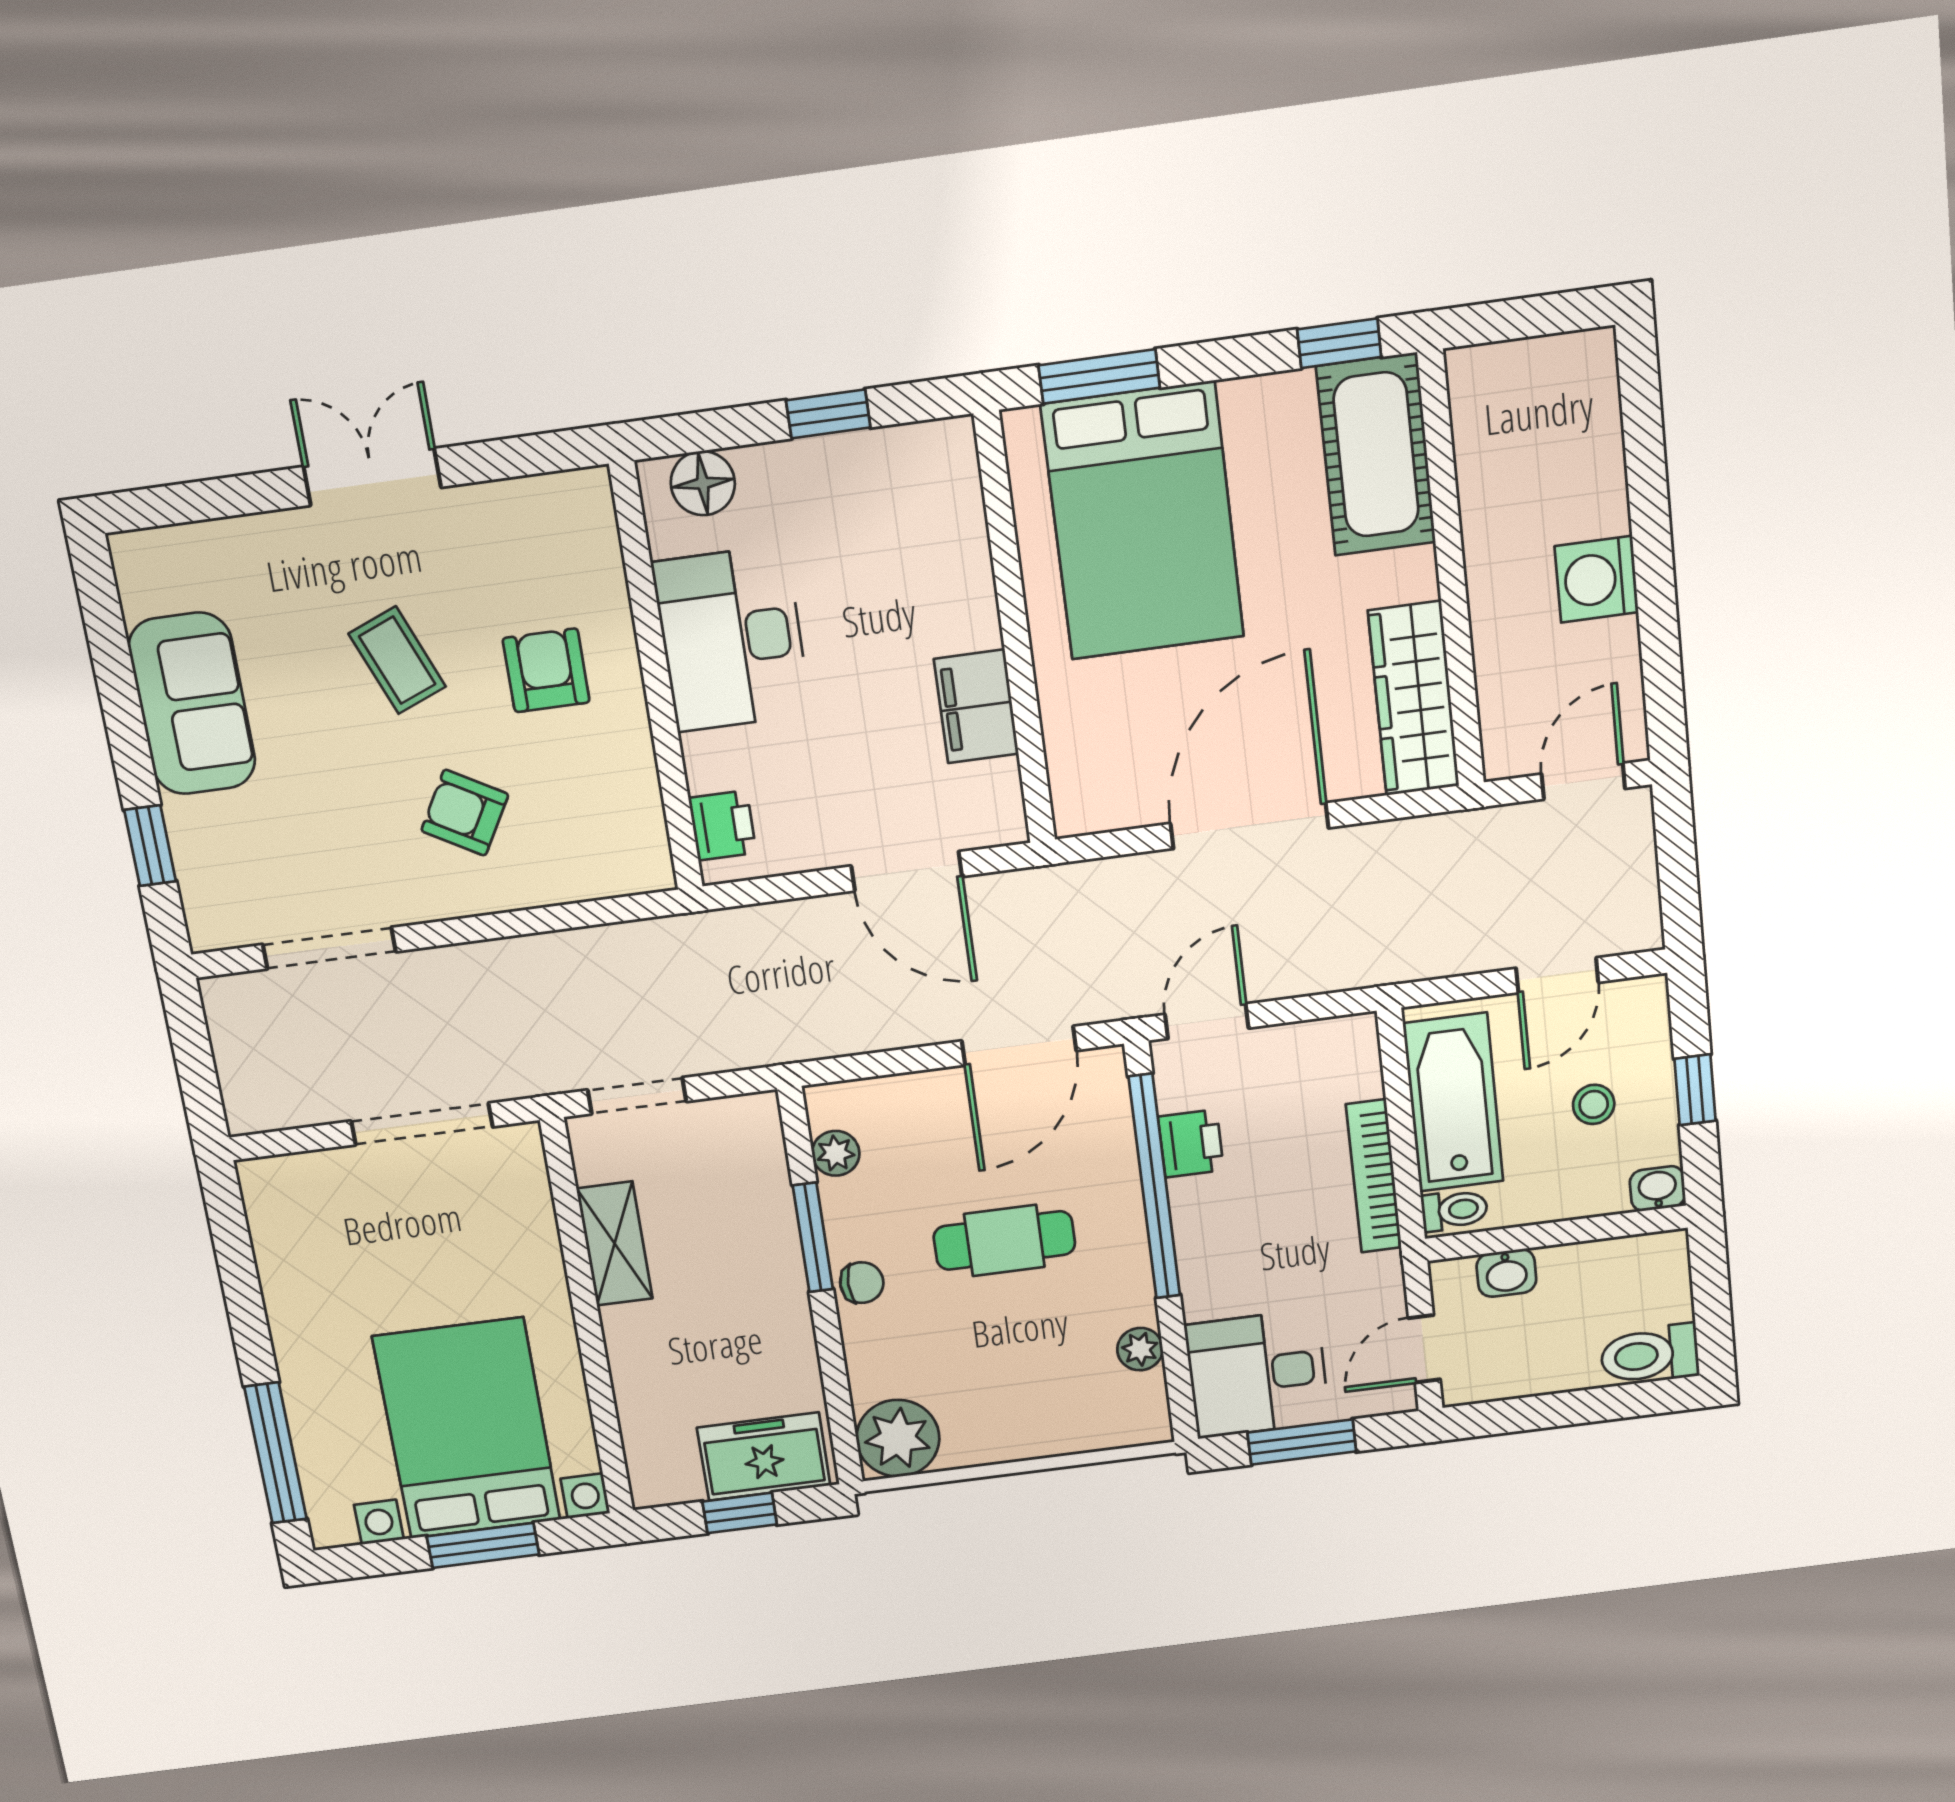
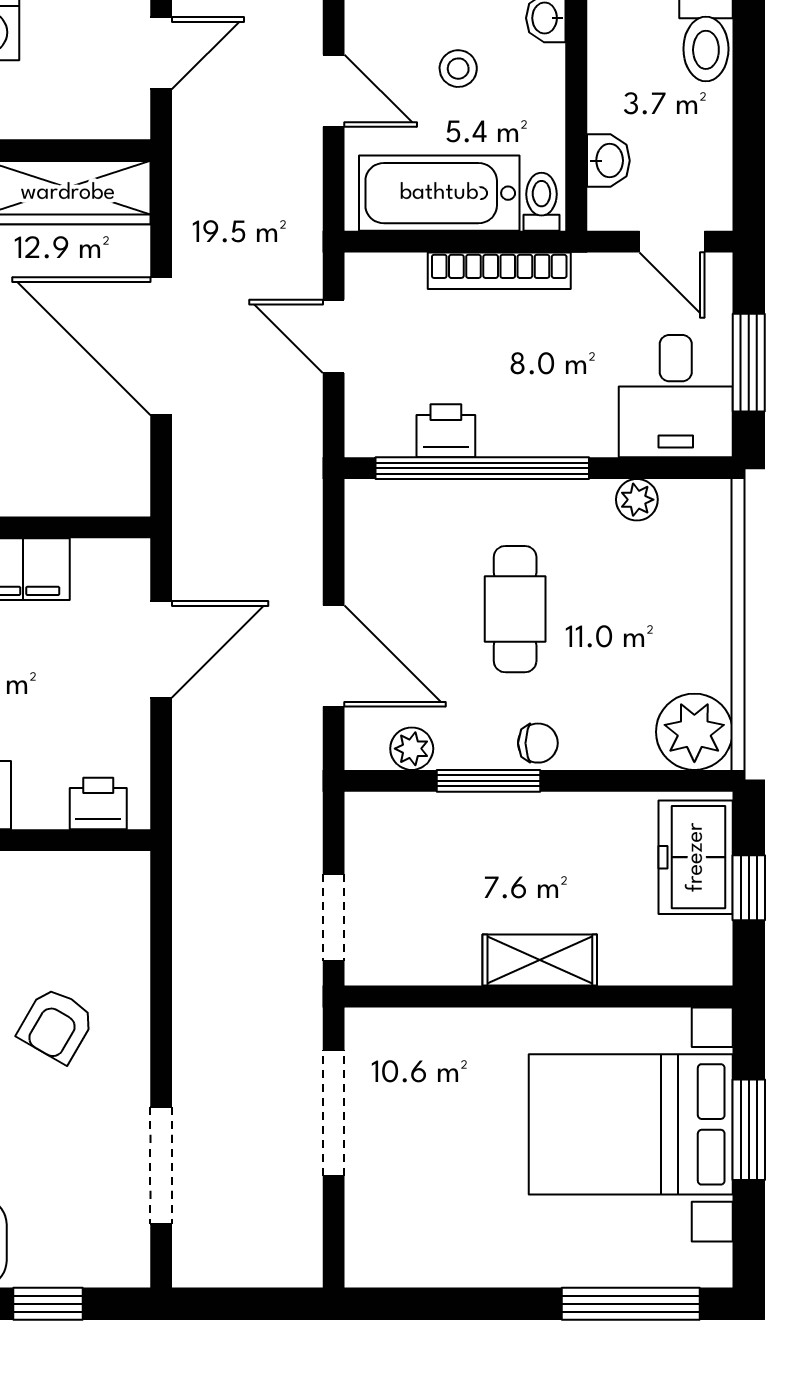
door: (1583, 781) -> (161, 53), swing flipped
door: (1207, 1021) -> (334, 336), moved
door: (1019, 1046) -> (334, 656), moved
shelving: (615, 1244) -> (540, 960), moved
chair: (862, 1283) -> (538, 743), turned 90

